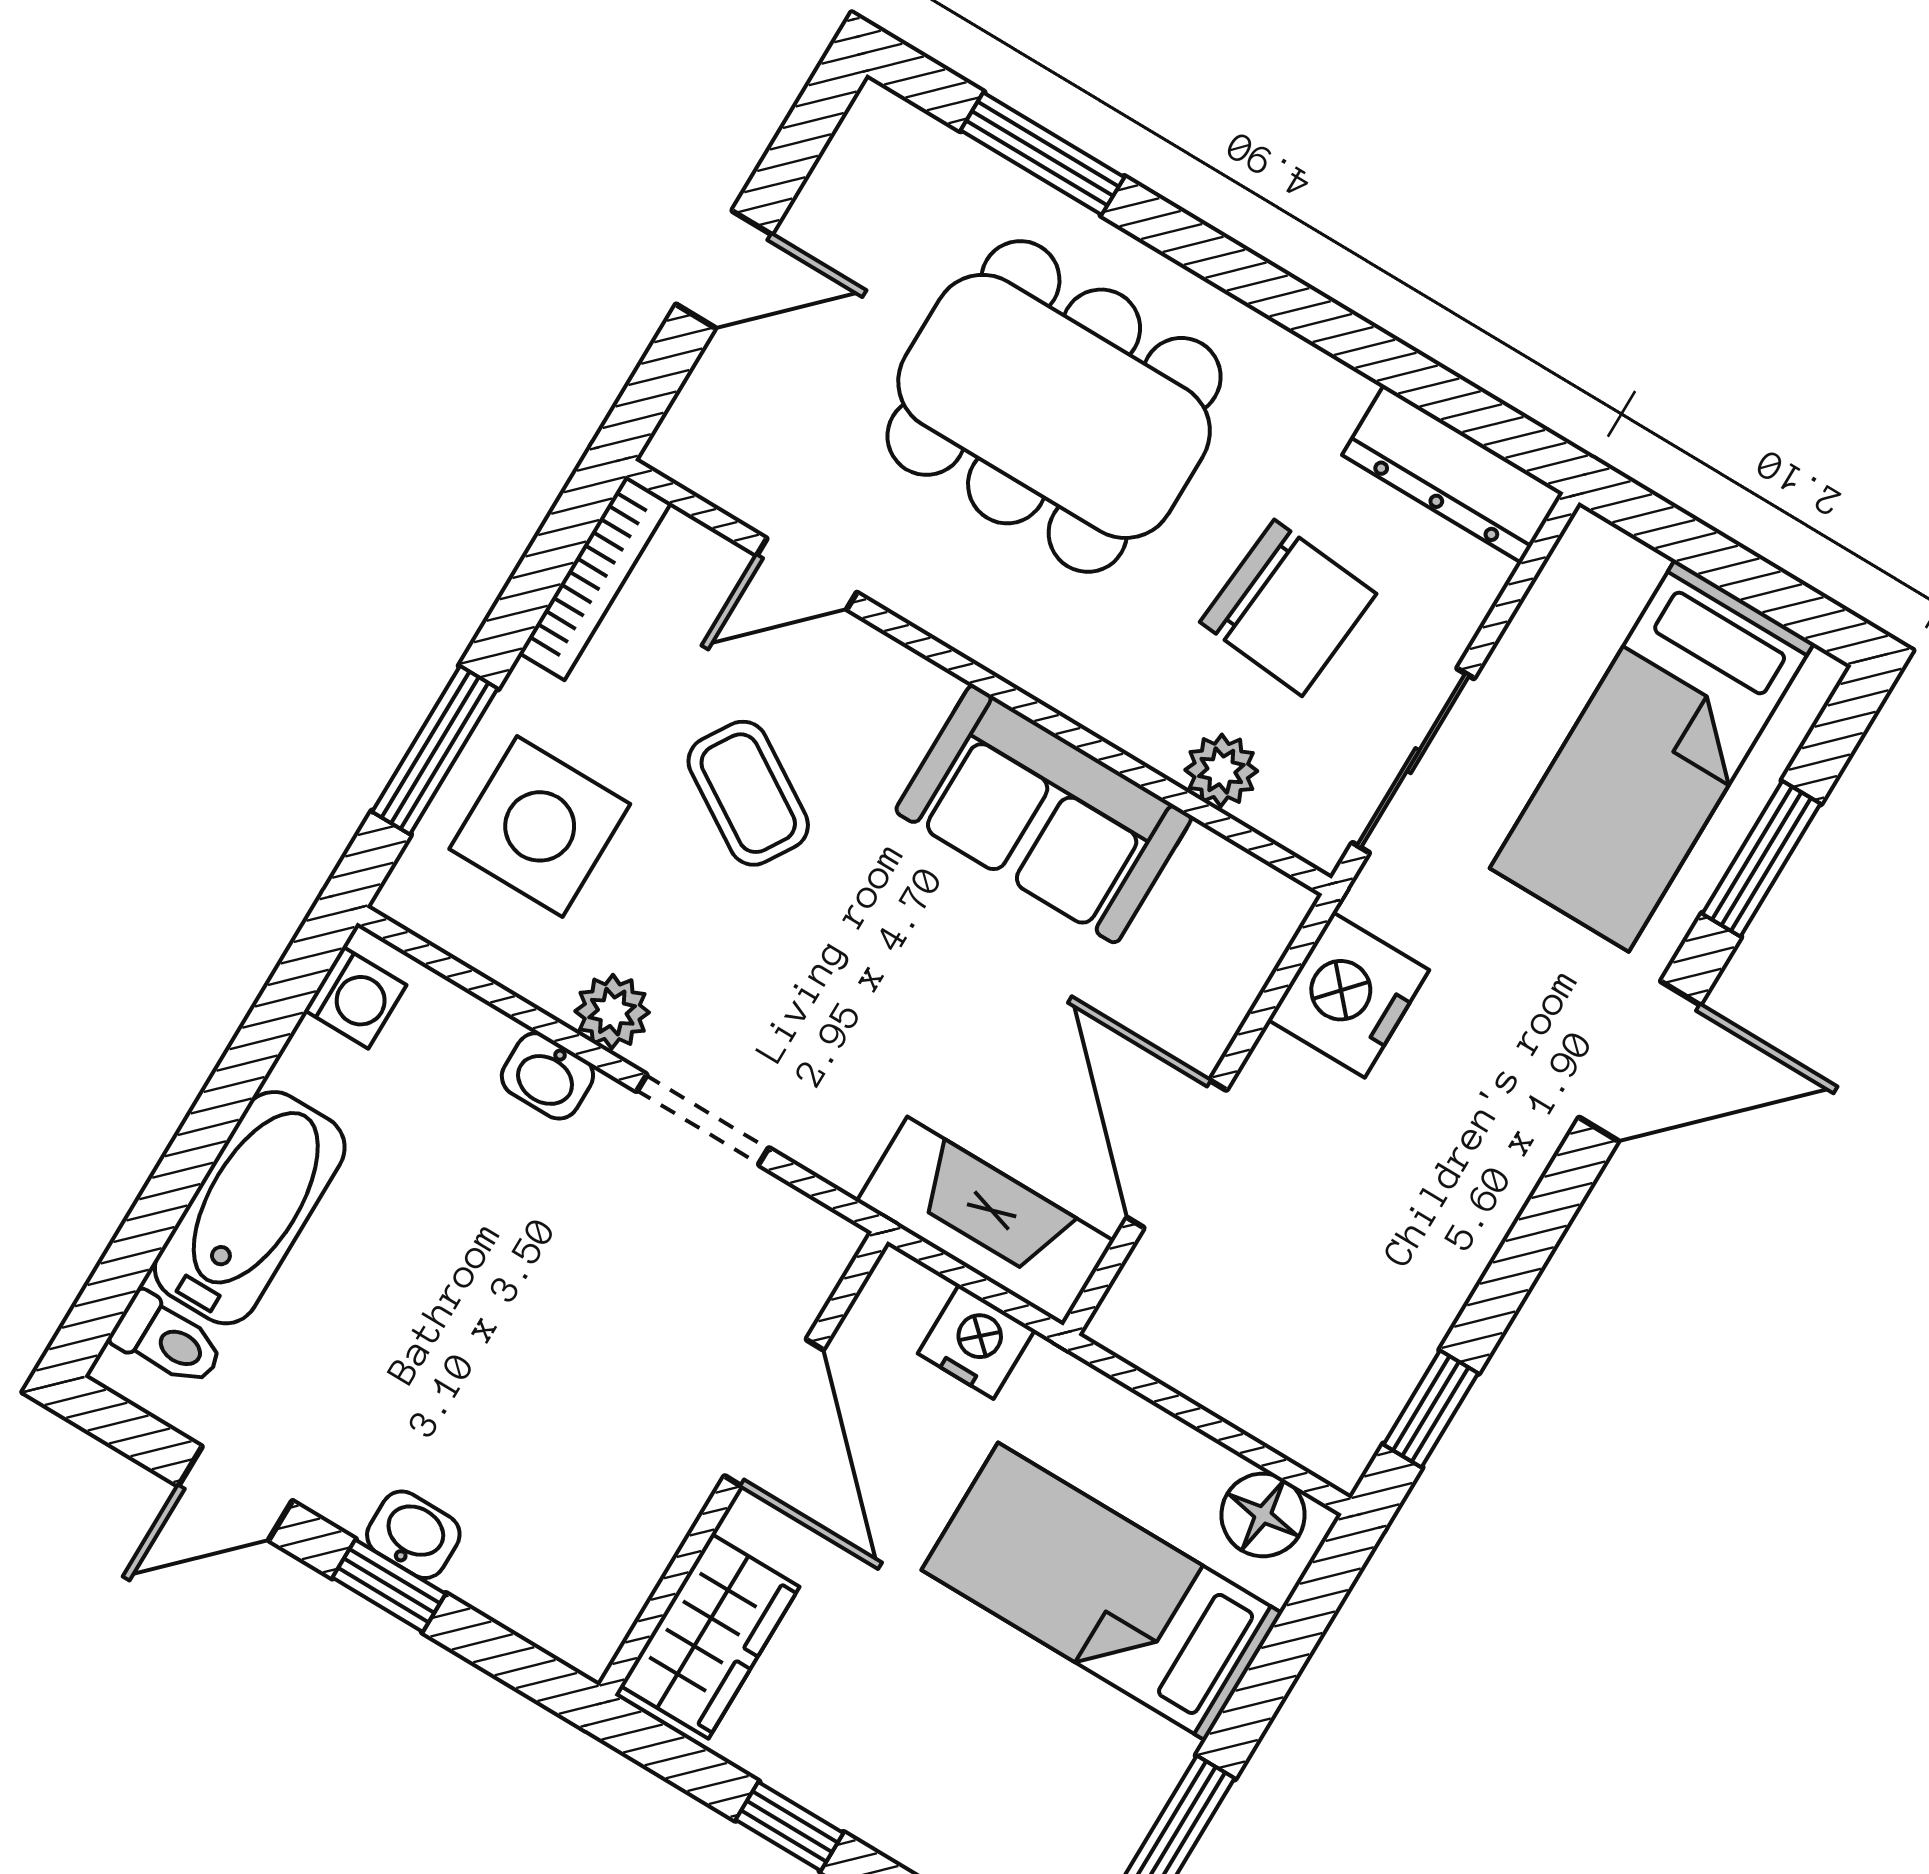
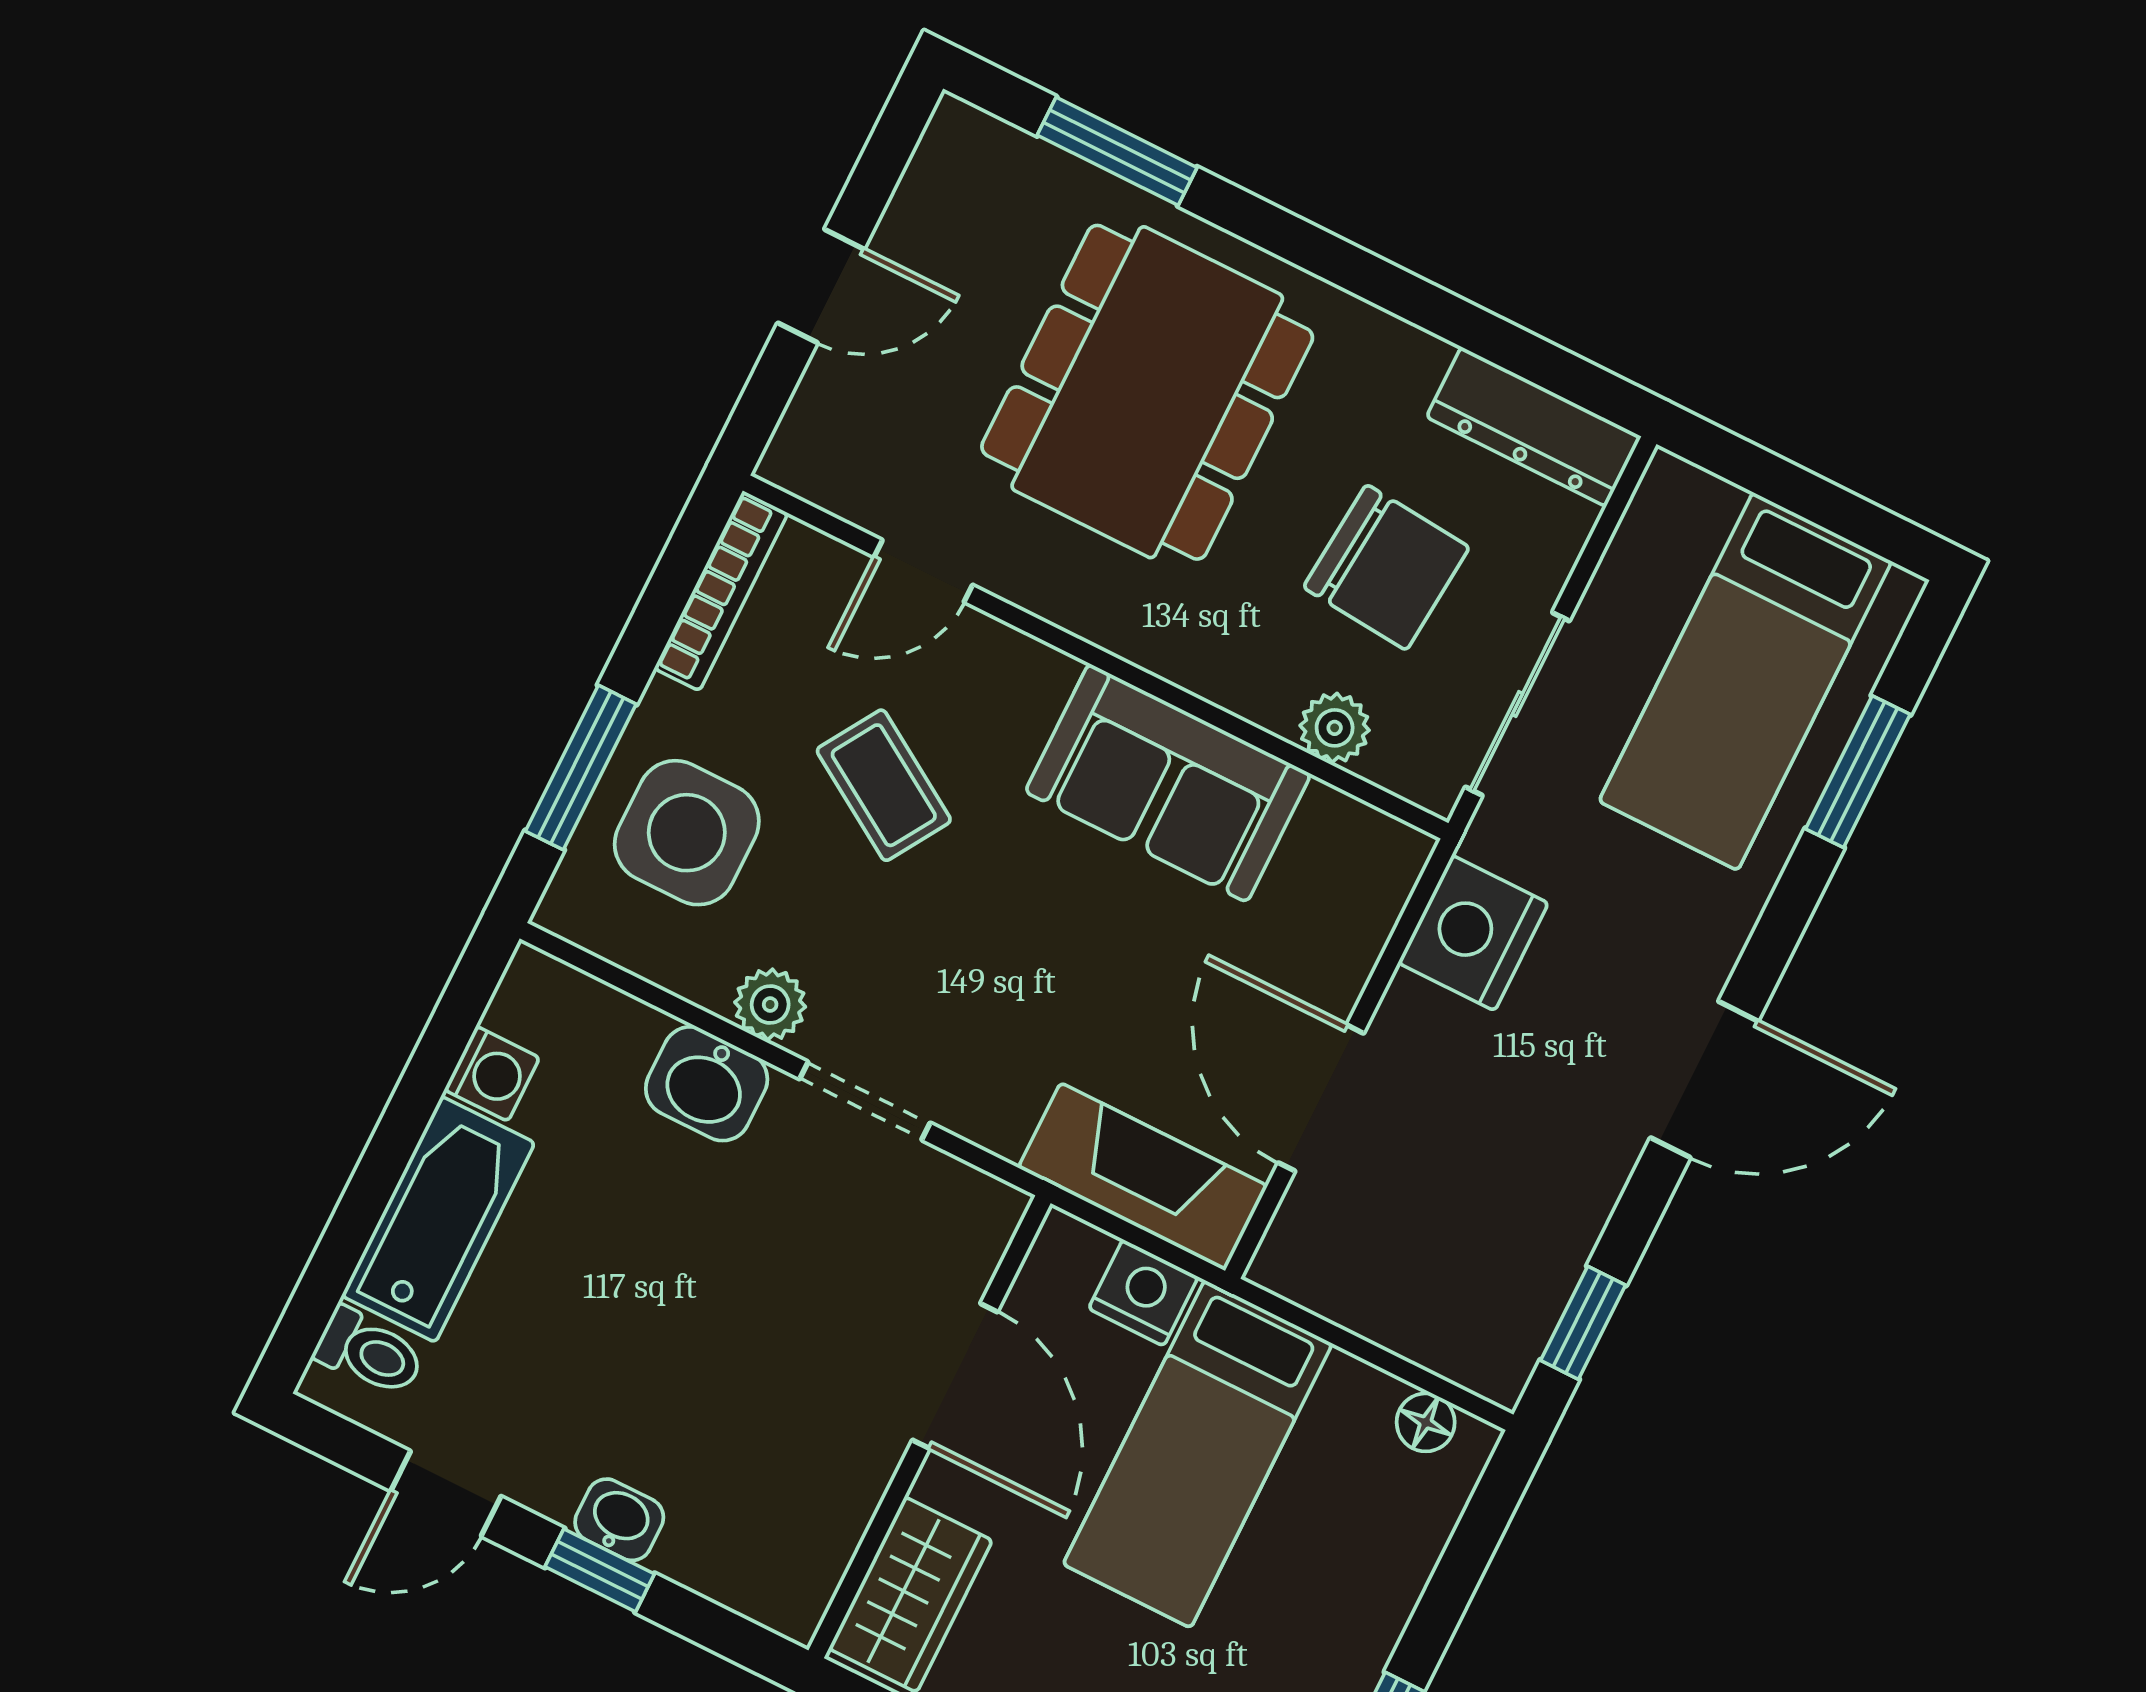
dining table: (1054, 406) -> (1147, 392), turned 90
washing machine: (355, 998) -> (492, 1074), moved
door: (1640, 1061) -> (1704, 1079), moved
washbasin: (547, 1076) -> (707, 1084), width x1.38, depth x1.45
floor lamp: (1263, 1515) -> (1426, 1422), width x0.73, depth x0.73
bed: (1102, 1592) -> (1198, 1454), moved, turned -90

